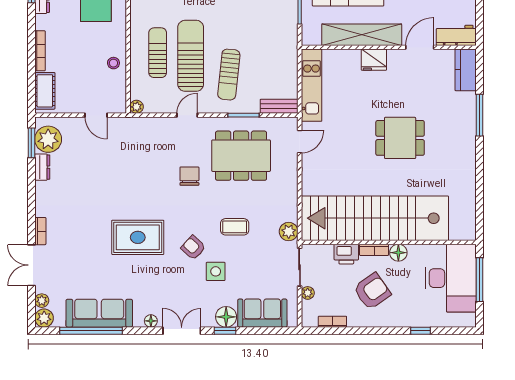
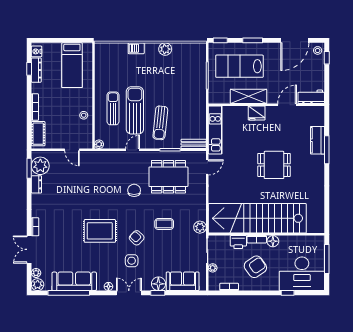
shelving: (362, 35) -> (249, 96), width x0.68
kitchen counter: (466, 70) -> (318, 140), moved
side table: (216, 271) -> (132, 261), moved
desk: (451, 278) -> (302, 274), moved, turned 90

